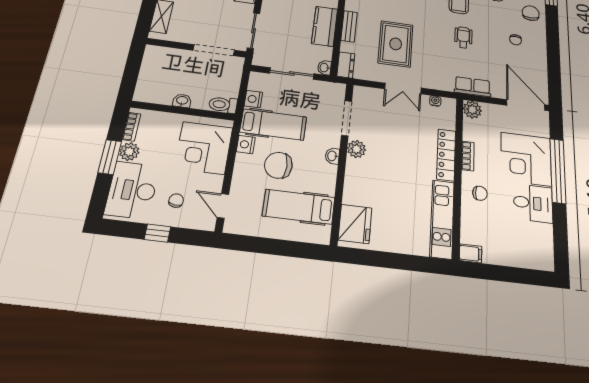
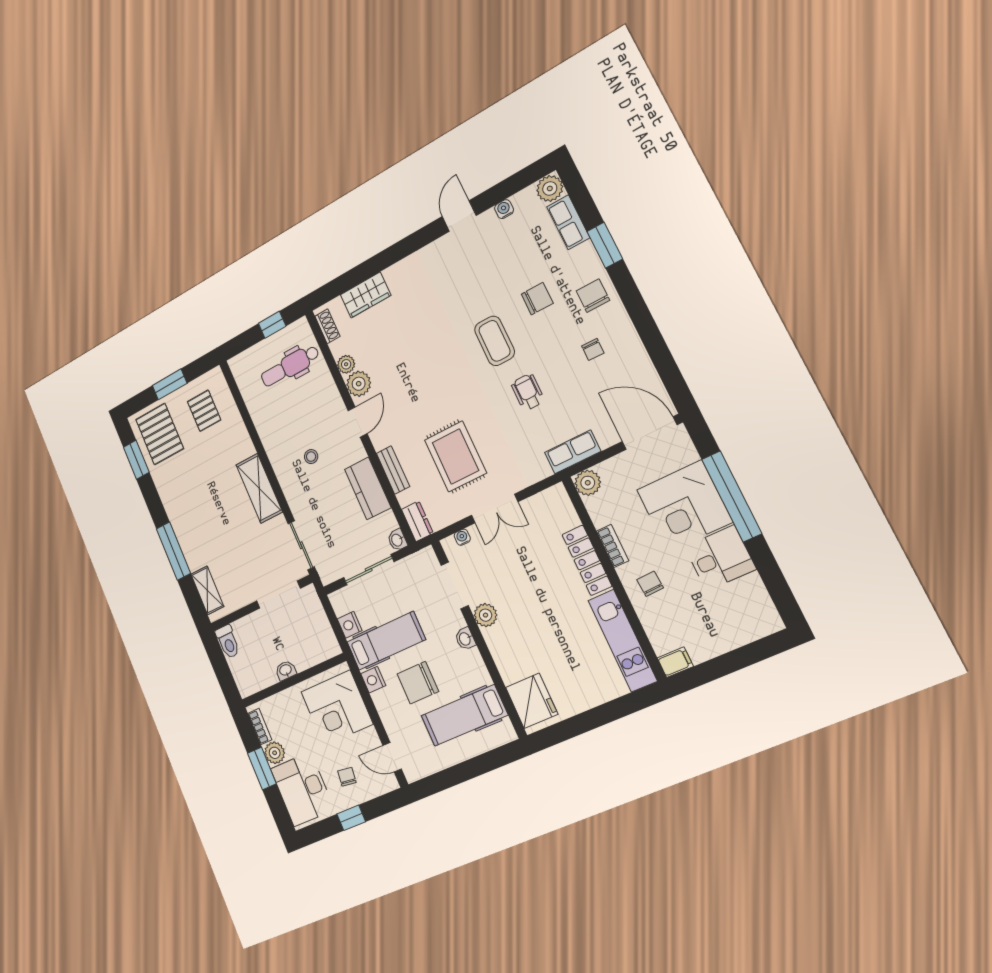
water cooler: (435, 101) -> (462, 537), moved
toilet: (223, 105) -> (228, 642), moved, turned -90
chair: (480, 193) -> (650, 584), turned -93

